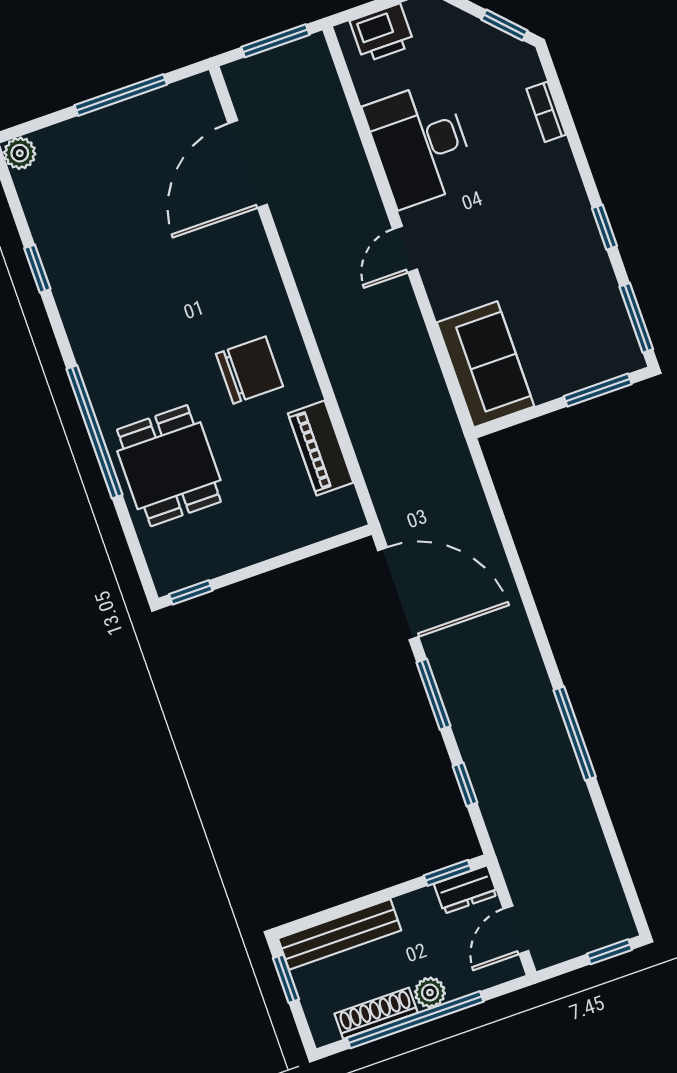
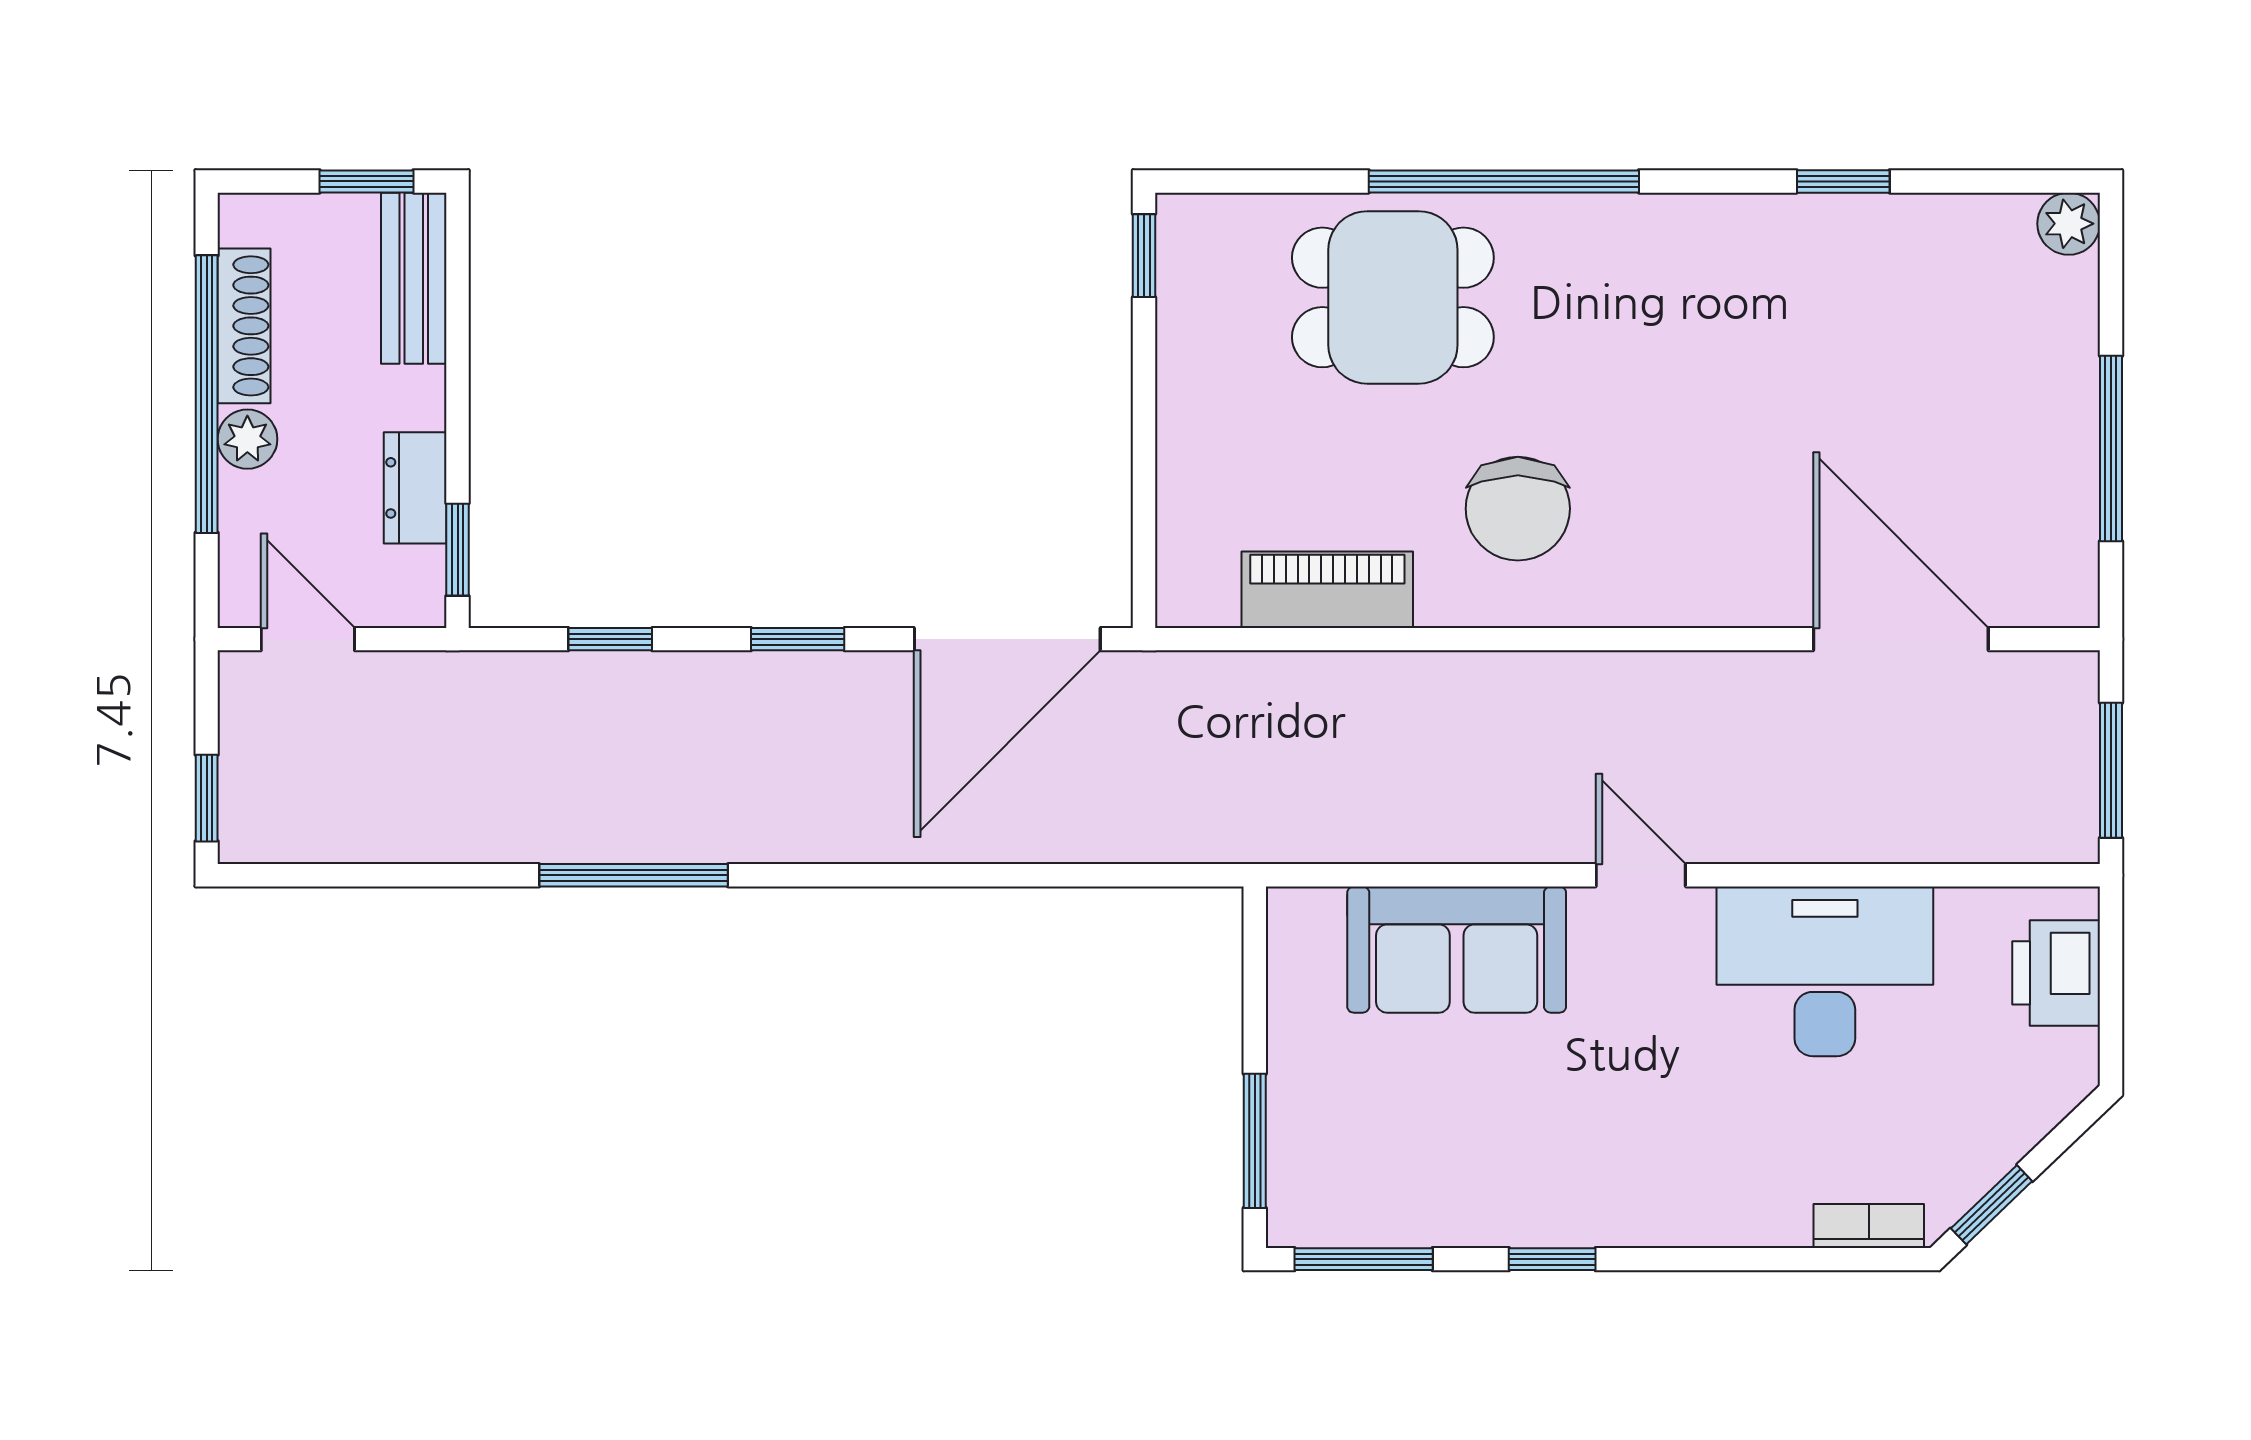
bookcase: (546, 112) -> (1869, 1226), moved
sofa: (486, 364) -> (1457, 950), moved
window: (433, 694) -> (798, 639), width x0.67
dresser: (466, 889) -> (415, 488), moved
bench: (340, 934) -> (414, 278), width x0.73

